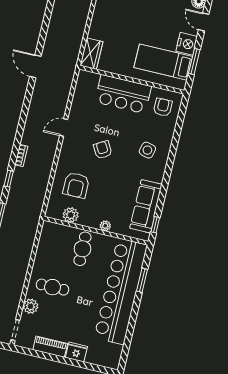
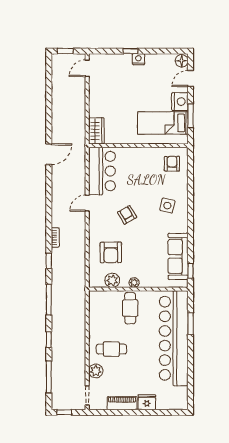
door: (204, 22) -> (190, 78), hinge flipped
door: (35, 66) -> (49, 154), swing flipped
bar counter: (123, 94) -> (102, 171), moved, turned -90
plant: (105, 226) -> (134, 283), moved

